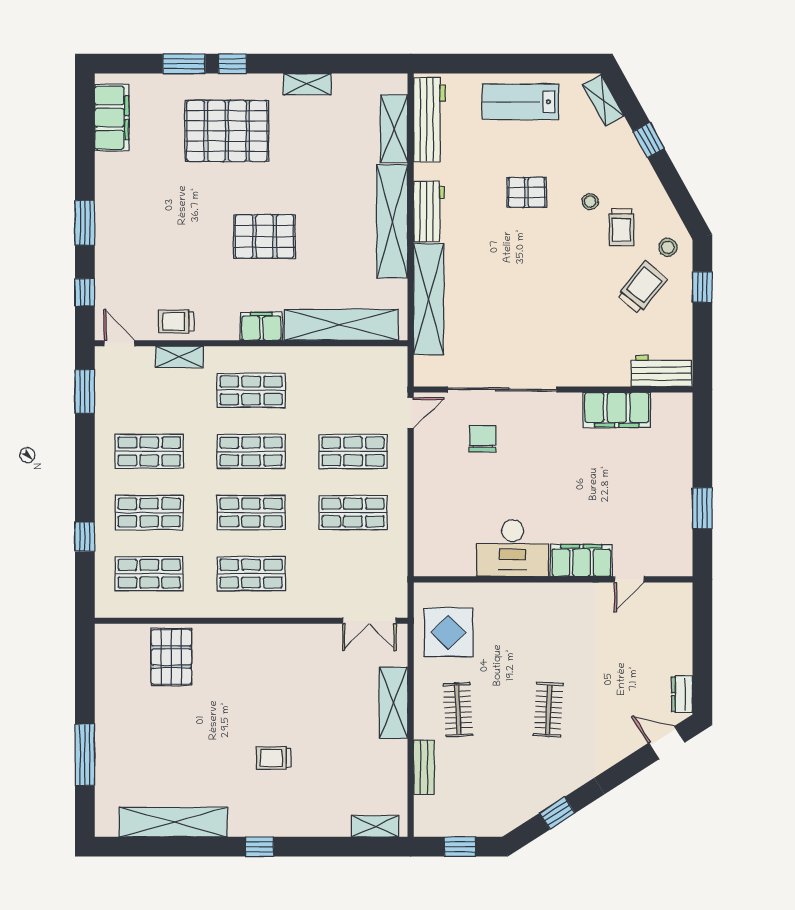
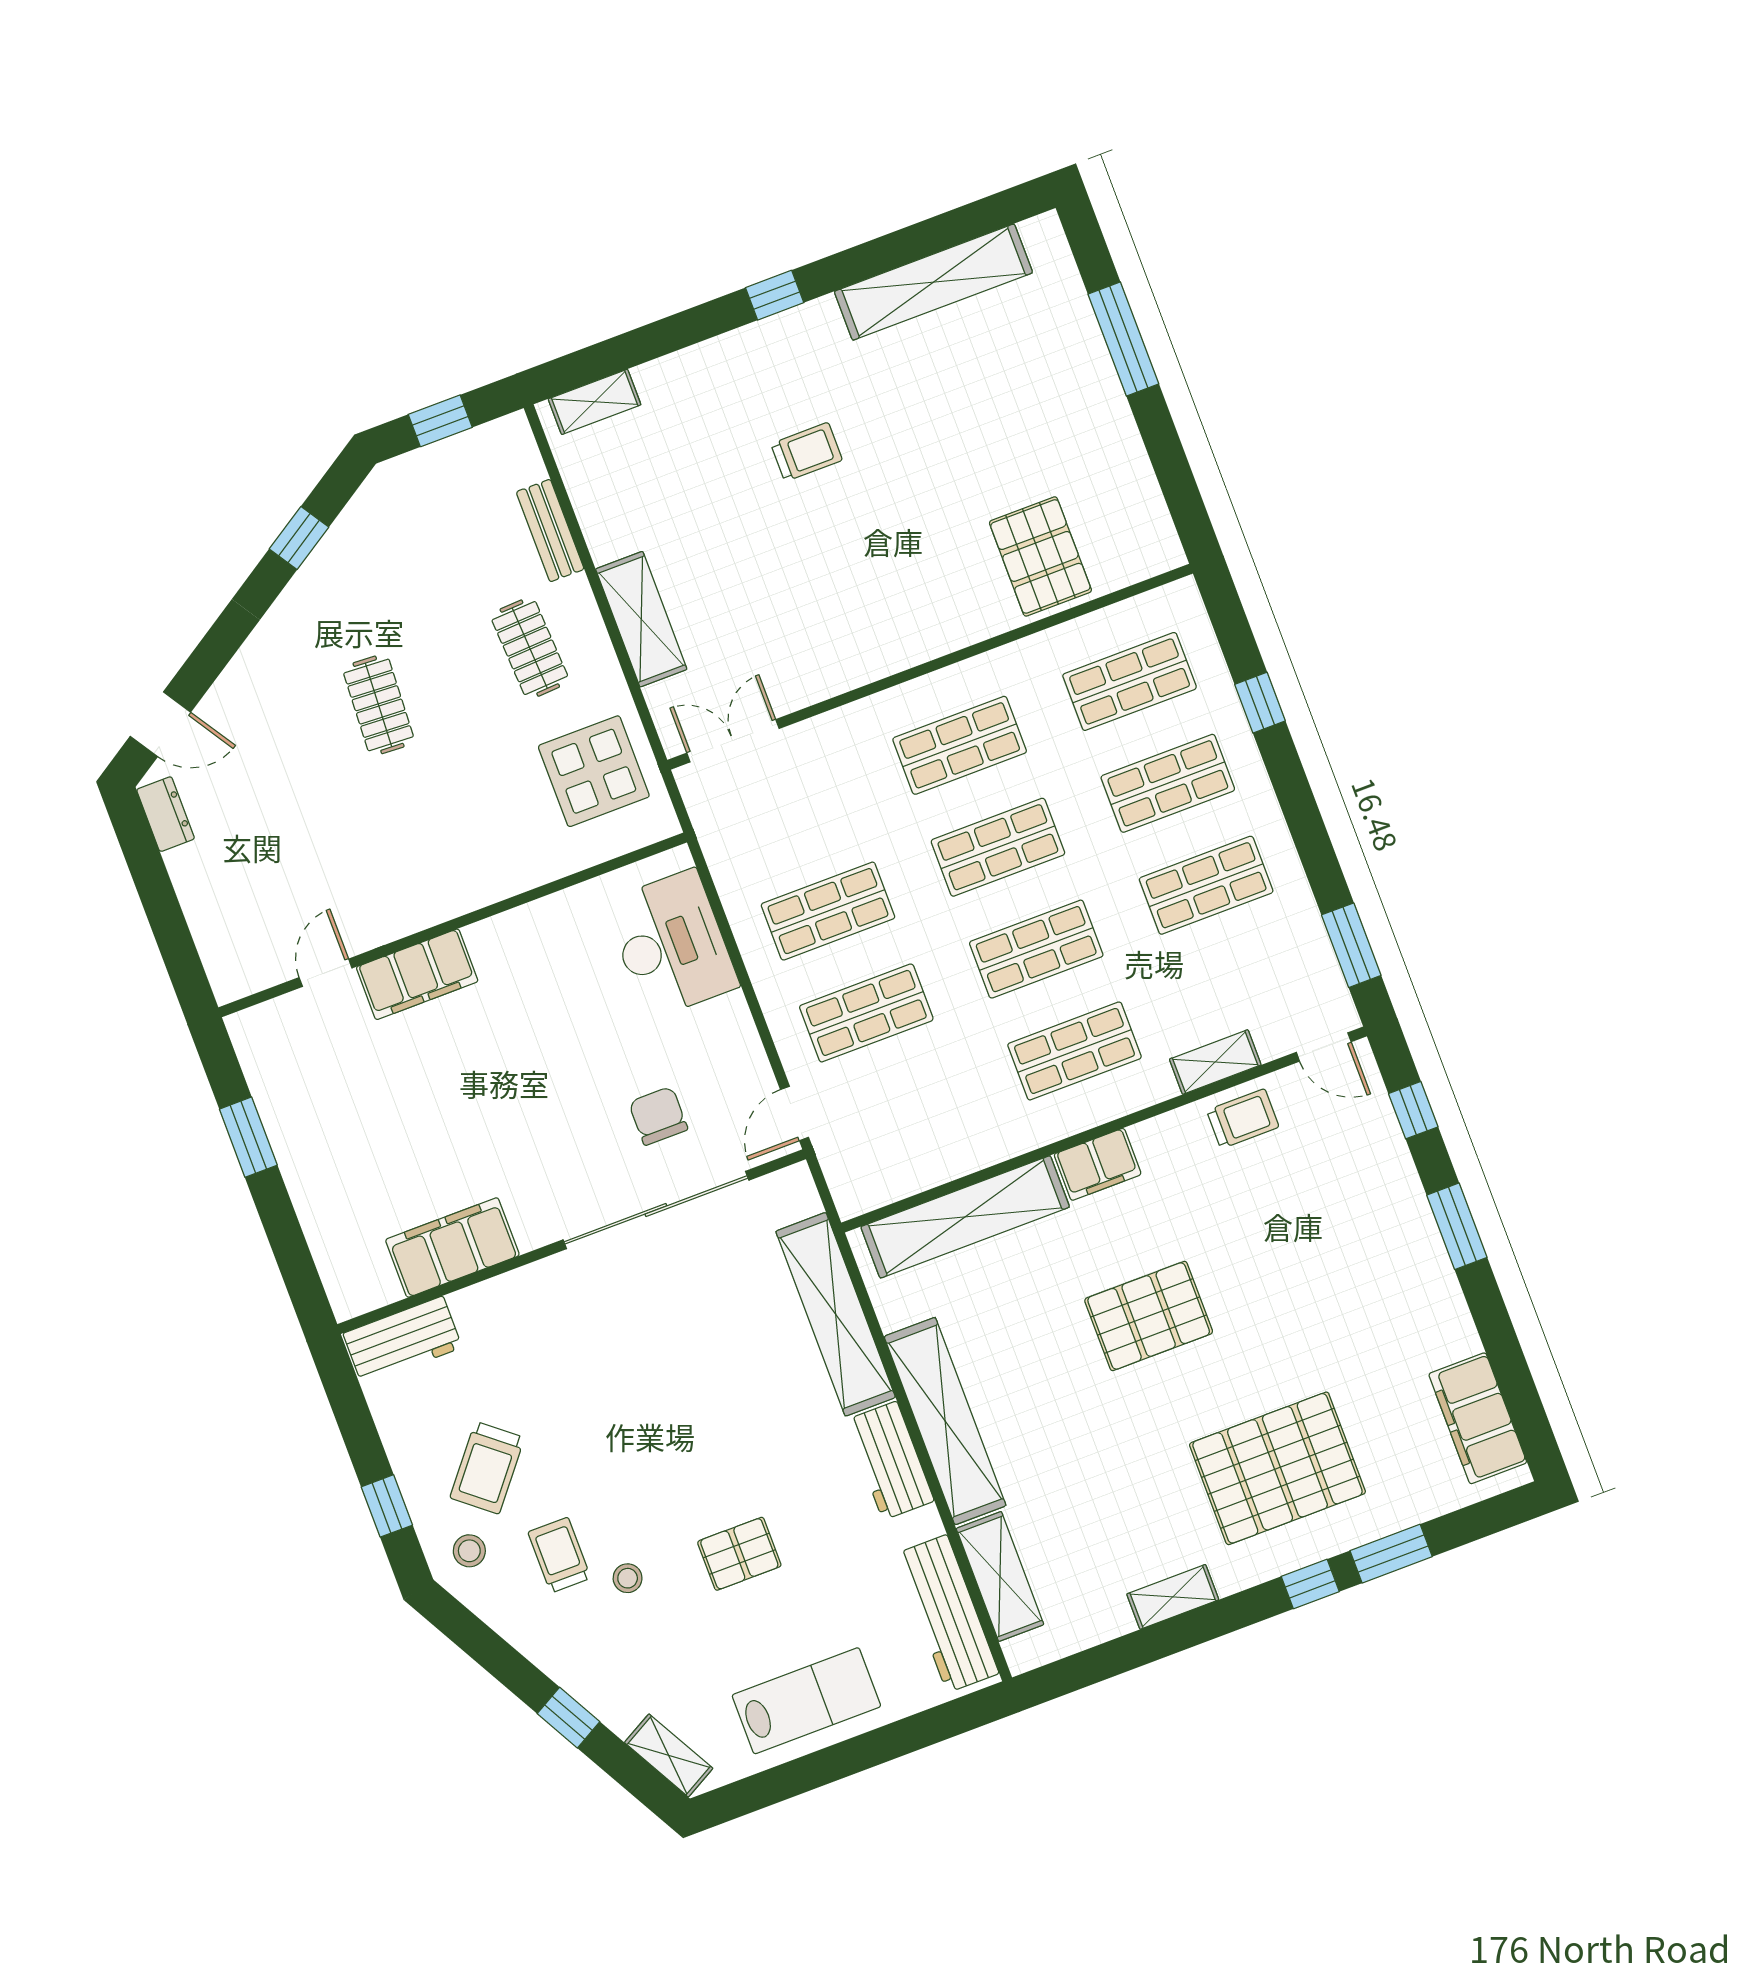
chair: (483, 438) -> (658, 1116), turned 180
desk: (513, 548) -> (671, 944), moved, turned 90

